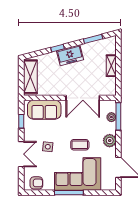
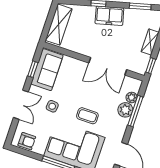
window: (118, 85) -> (151, 66), added
sofa: (44, 110) -> (47, 70), moved, turned -90
window: (118, 116) -> (135, 111), moved
plant: (110, 141) -> (125, 110), moved

